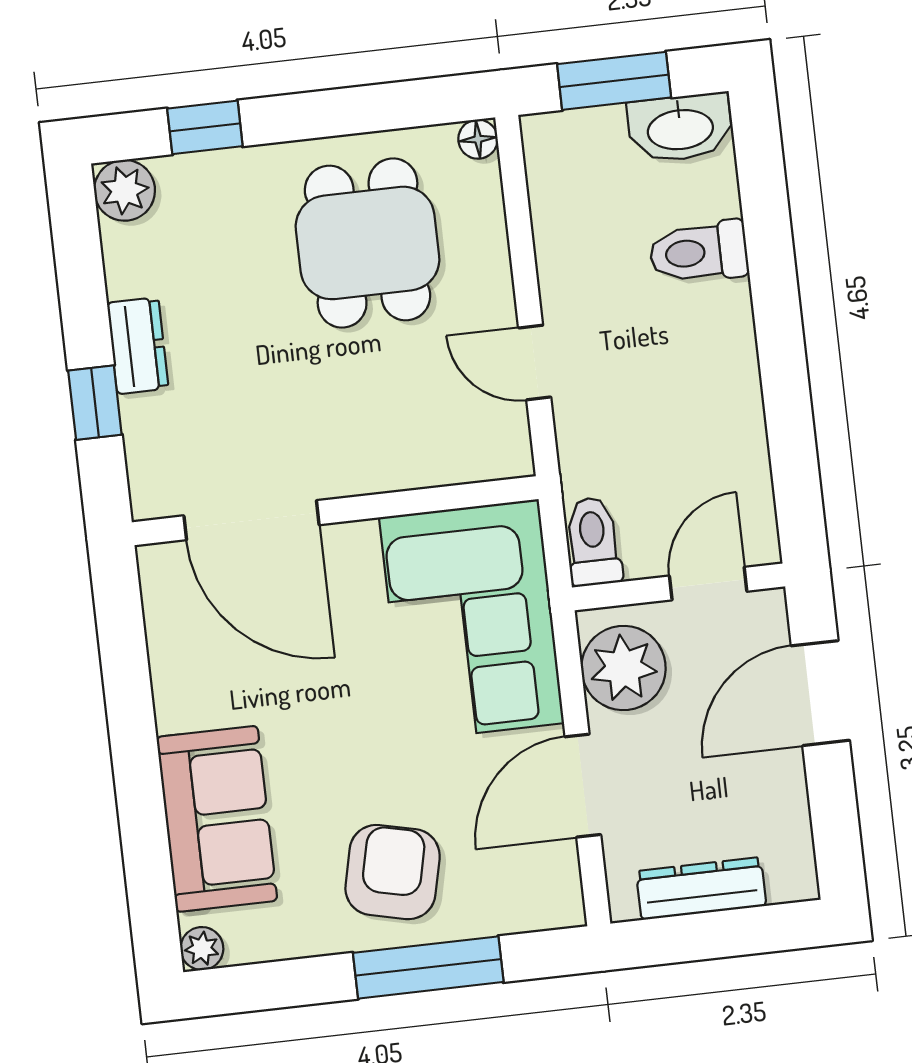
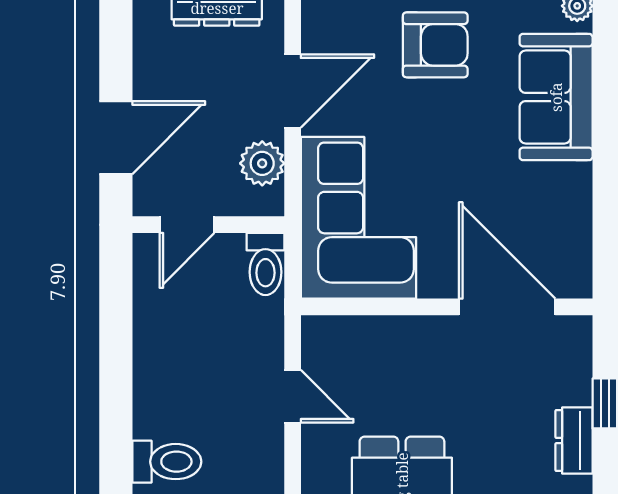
plant: (623, 668) -> (262, 163), width x0.73, depth x0.73
armchair: (393, 872) -> (435, 45), turned -103

